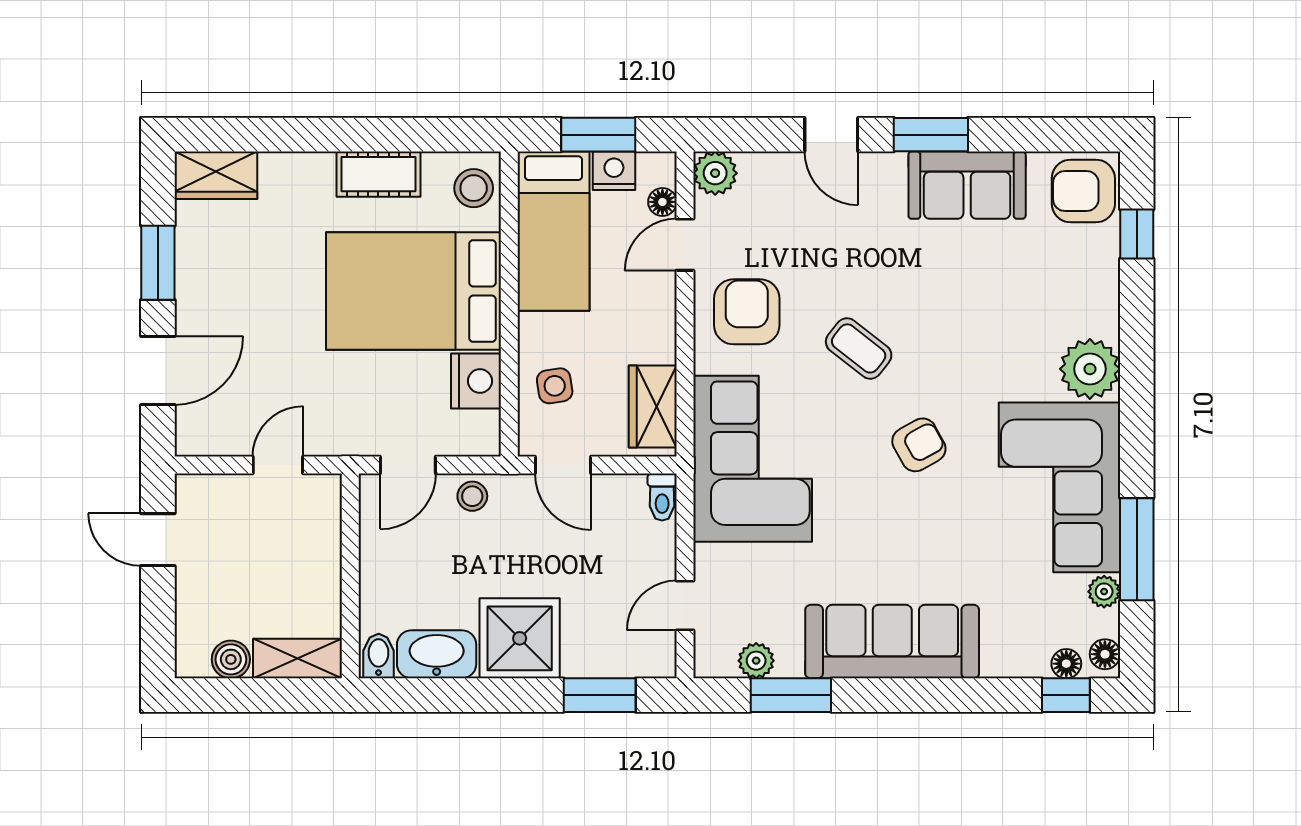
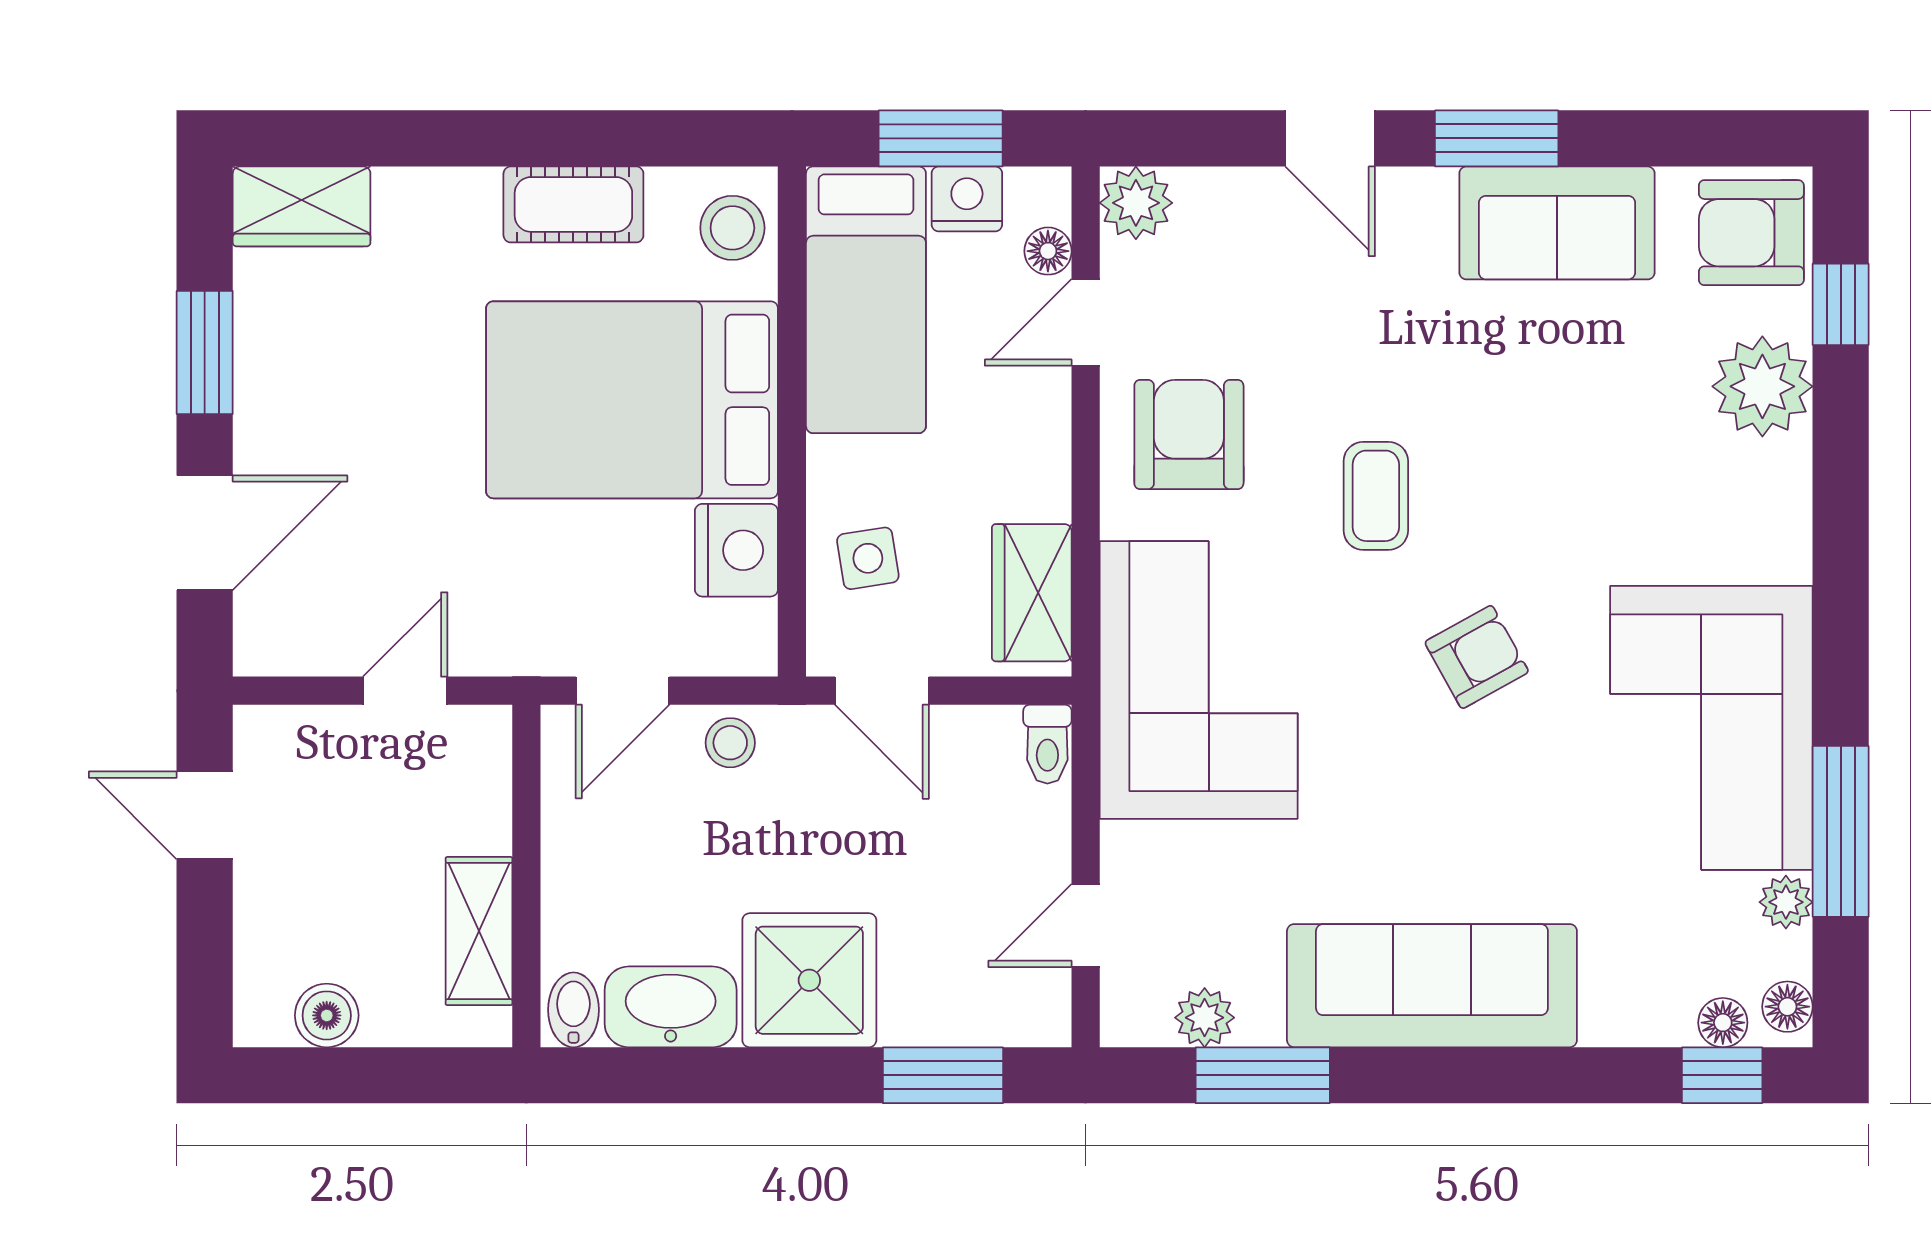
coffee table: (859, 348) -> (1376, 496), turned 52
plant: (1090, 369) -> (1762, 386), moved
shelving: (298, 658) -> (479, 931), moved, turned 90

